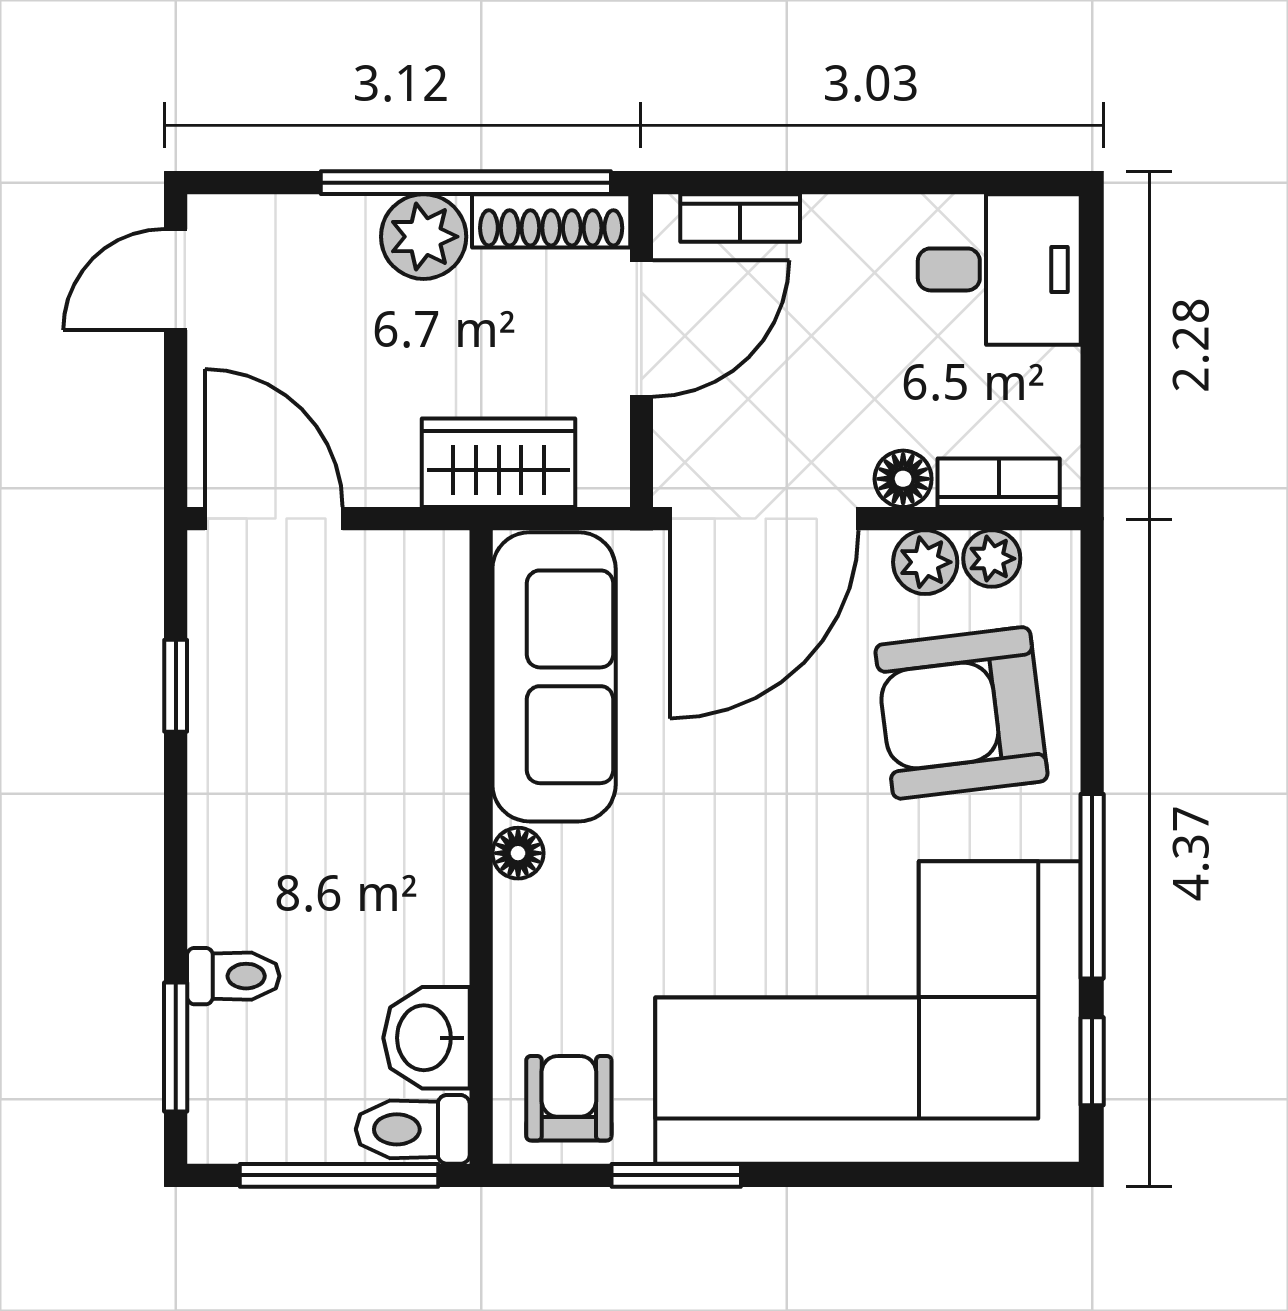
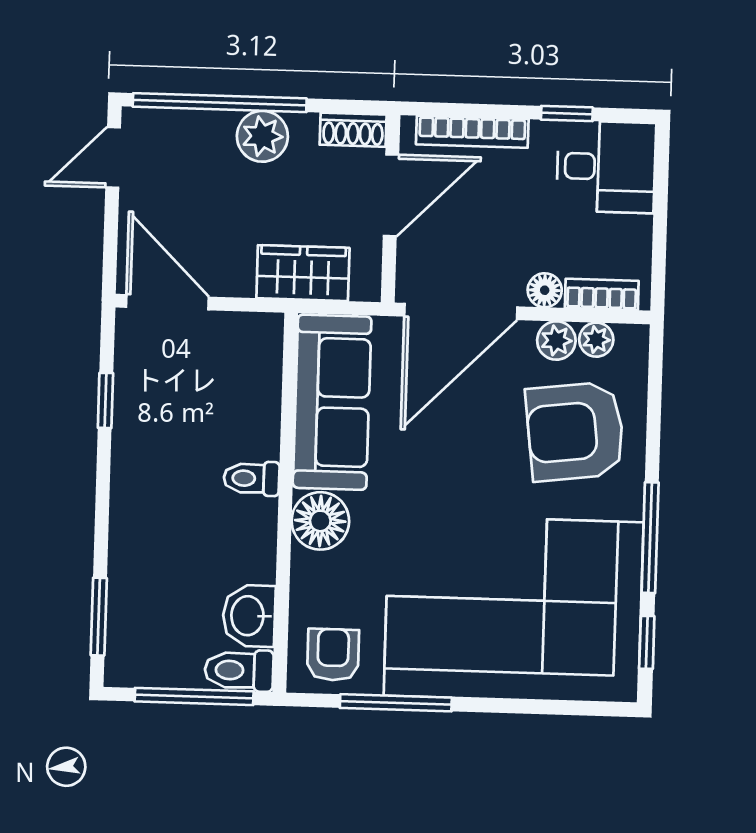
window: (466, 183) -> (220, 103), moved
window: (931, 183) -> (567, 114), added
bookcase: (740, 218) -> (472, 132), width x1.56
shoe rack: (551, 221) -> (353, 130), width x0.70
floor lamp: (518, 853) -> (320, 521), width x1.89, depth x1.89
toilet: (233, 976) -> (252, 478), moved, turned 180
window: (676, 1175) -> (396, 703), width x1.44

